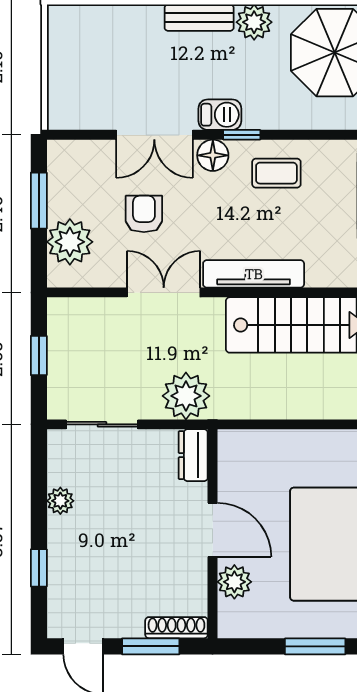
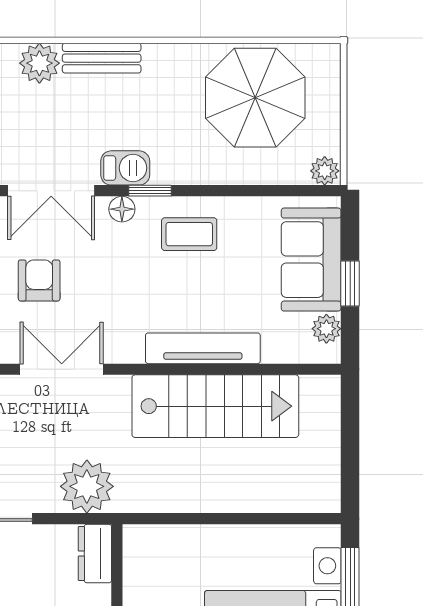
plant: (254, 22) -> (39, 63), moved
floor lamp: (213, 155) -> (122, 209), width x0.73, depth x0.73
tv unit: (254, 274) -> (203, 348), moved

